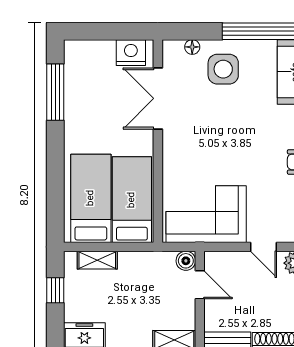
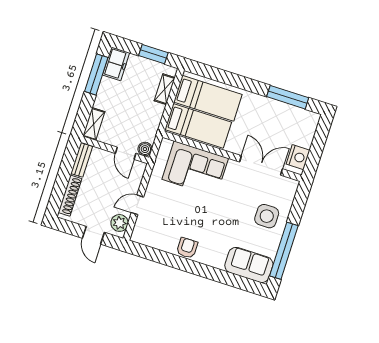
floor lamp: (192, 47) -> (288, 200), removed
corner sofa: (206, 214) -> (195, 169), moved, turned 90
door: (200, 285) -> (126, 153), hinge flipped
window: (55, 290) -> (153, 54), width x1.50

